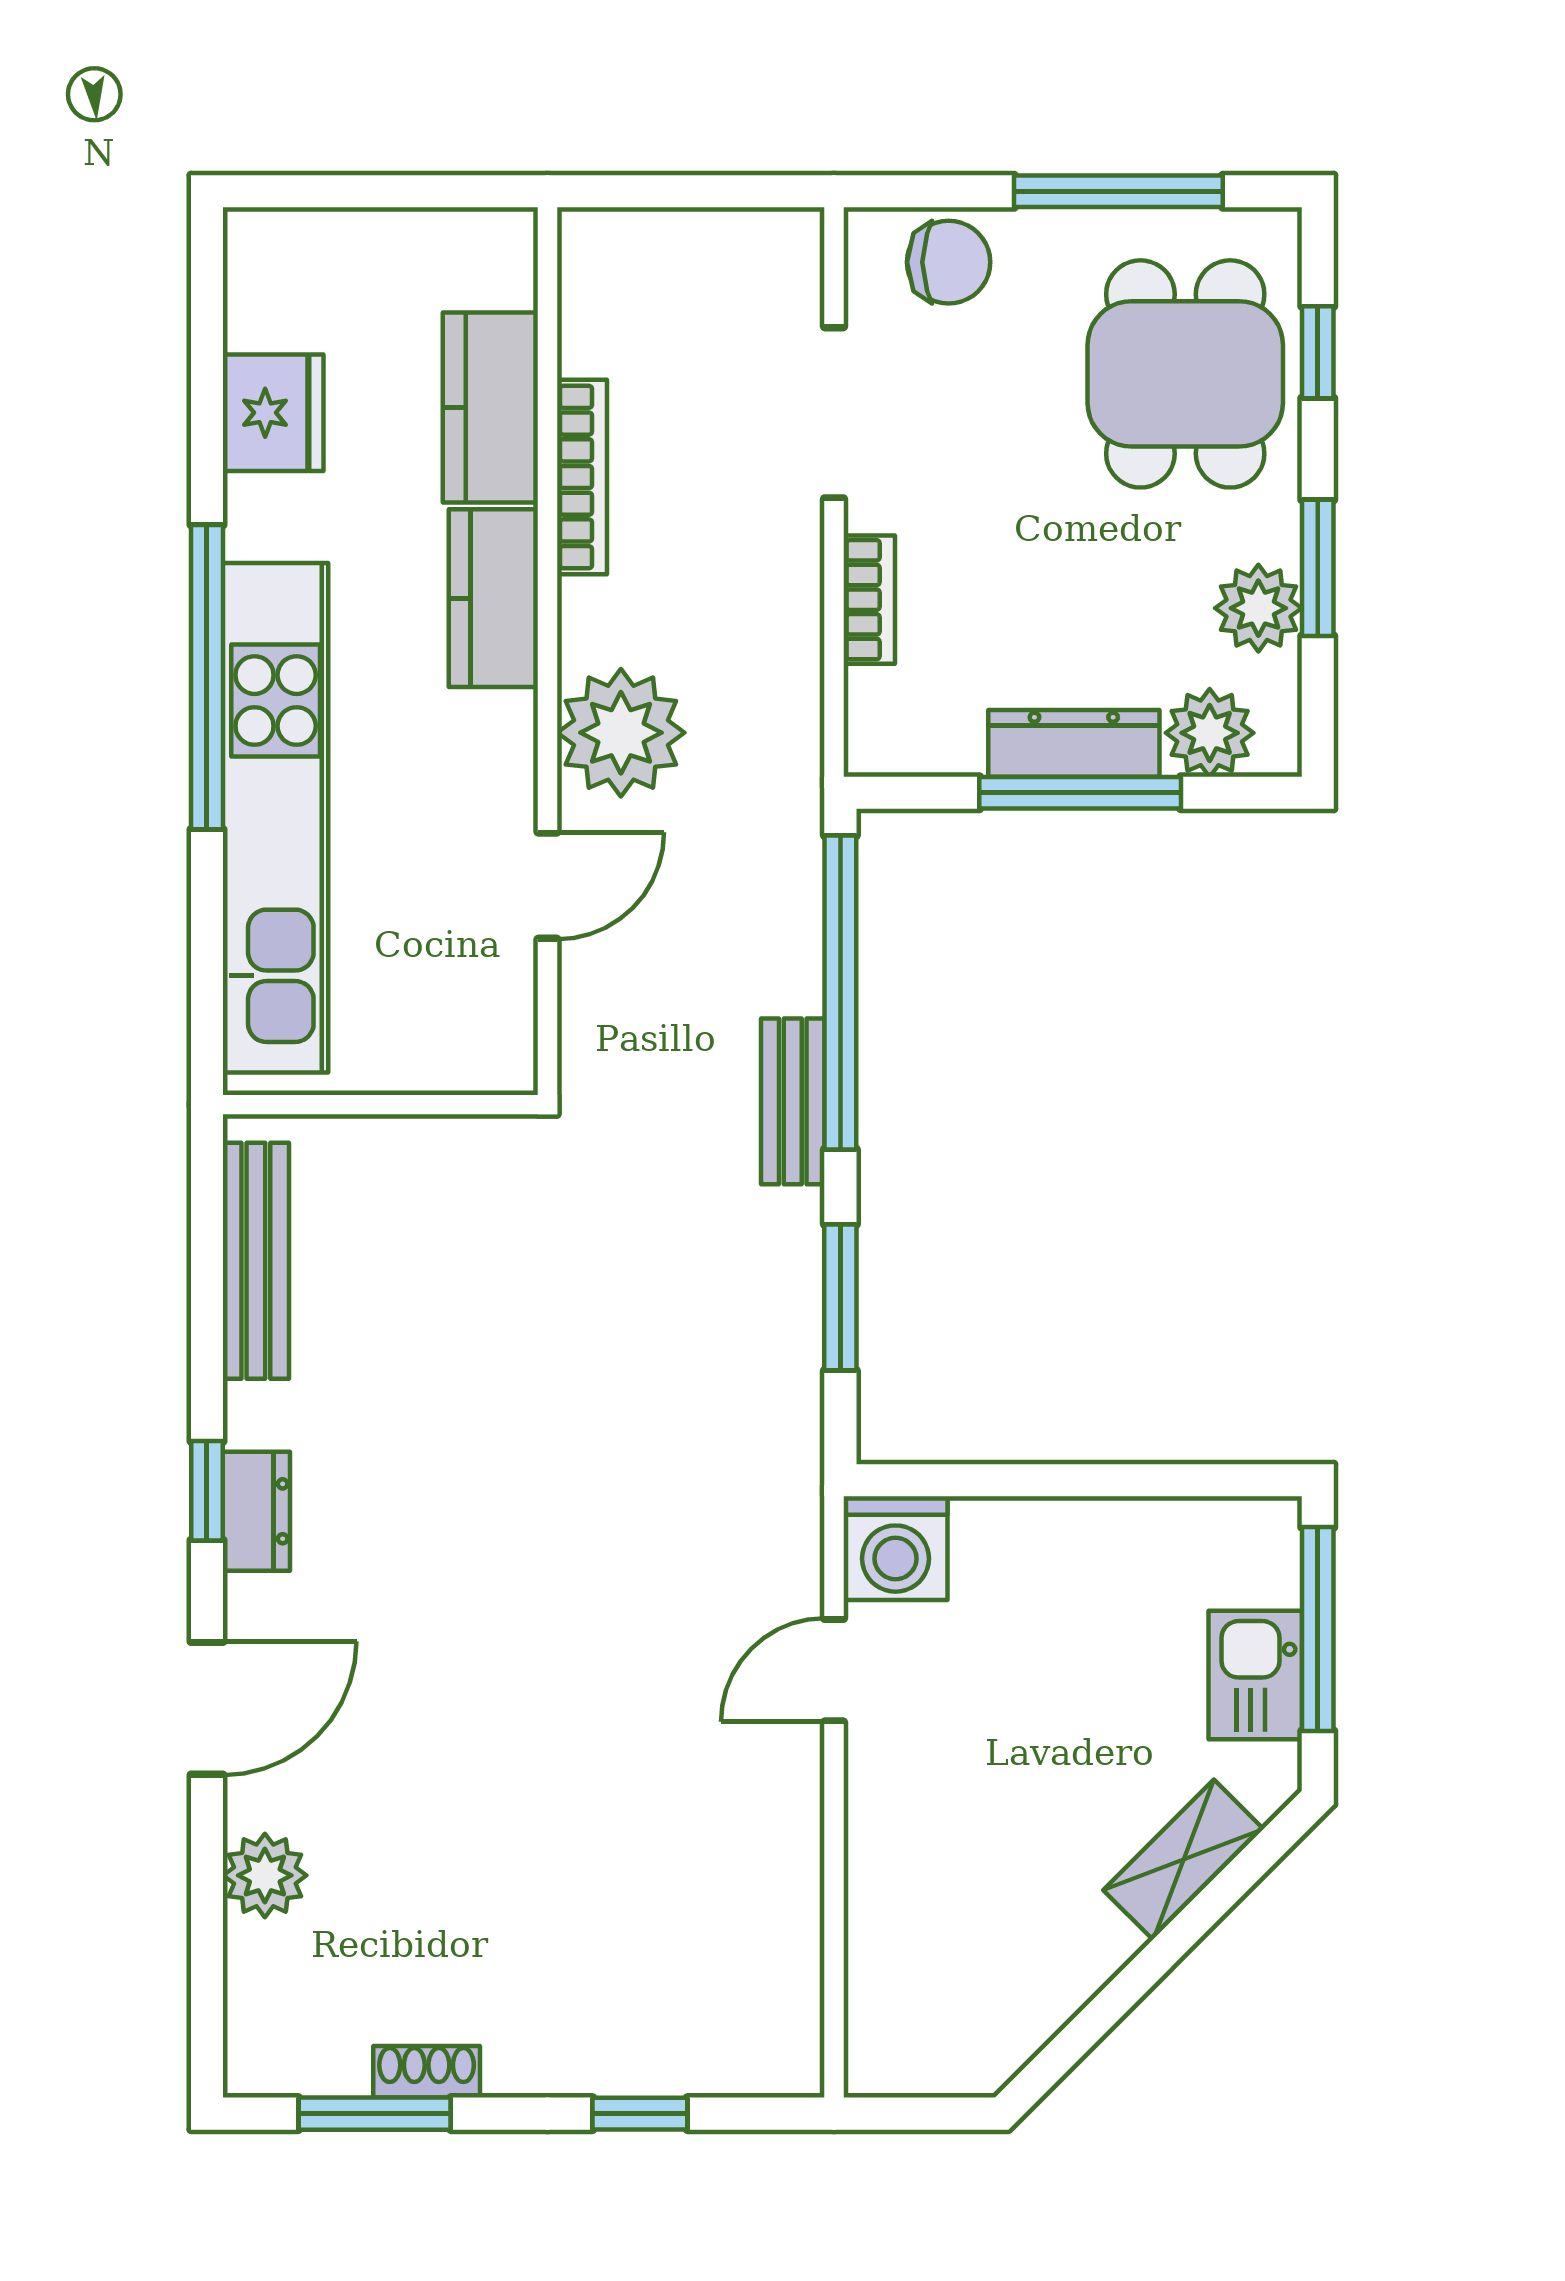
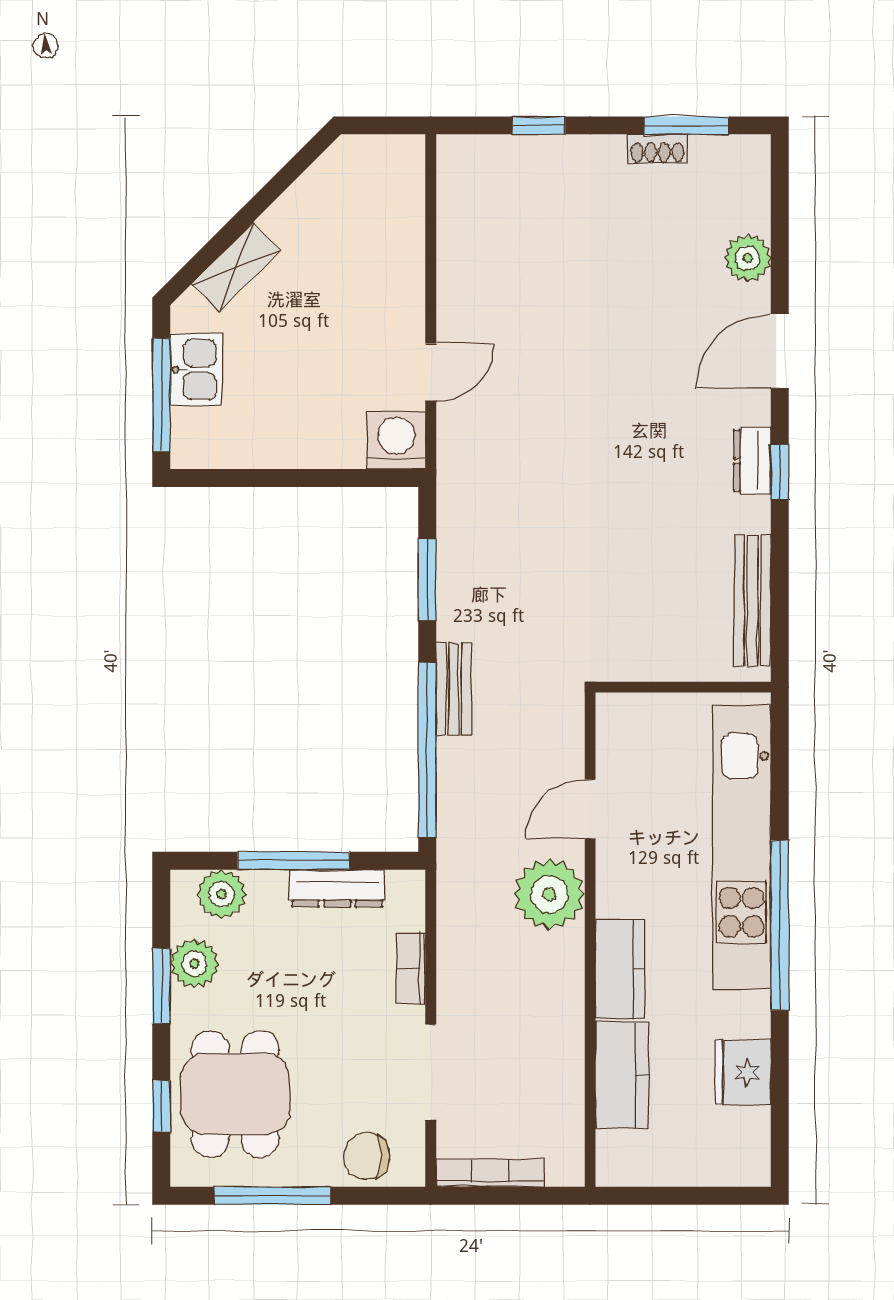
bookcase: (582, 477) -> (490, 1173), moved, turned 90
dresser: (1074, 743) -> (337, 888), moved

